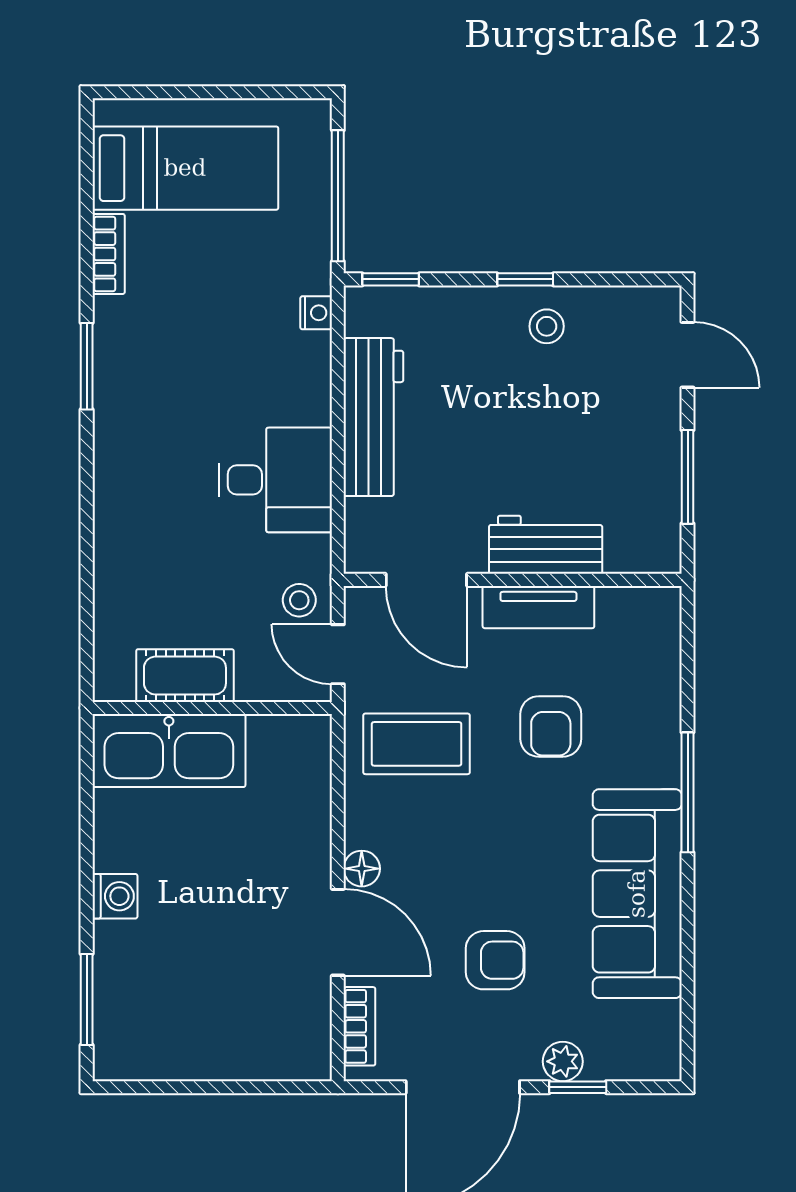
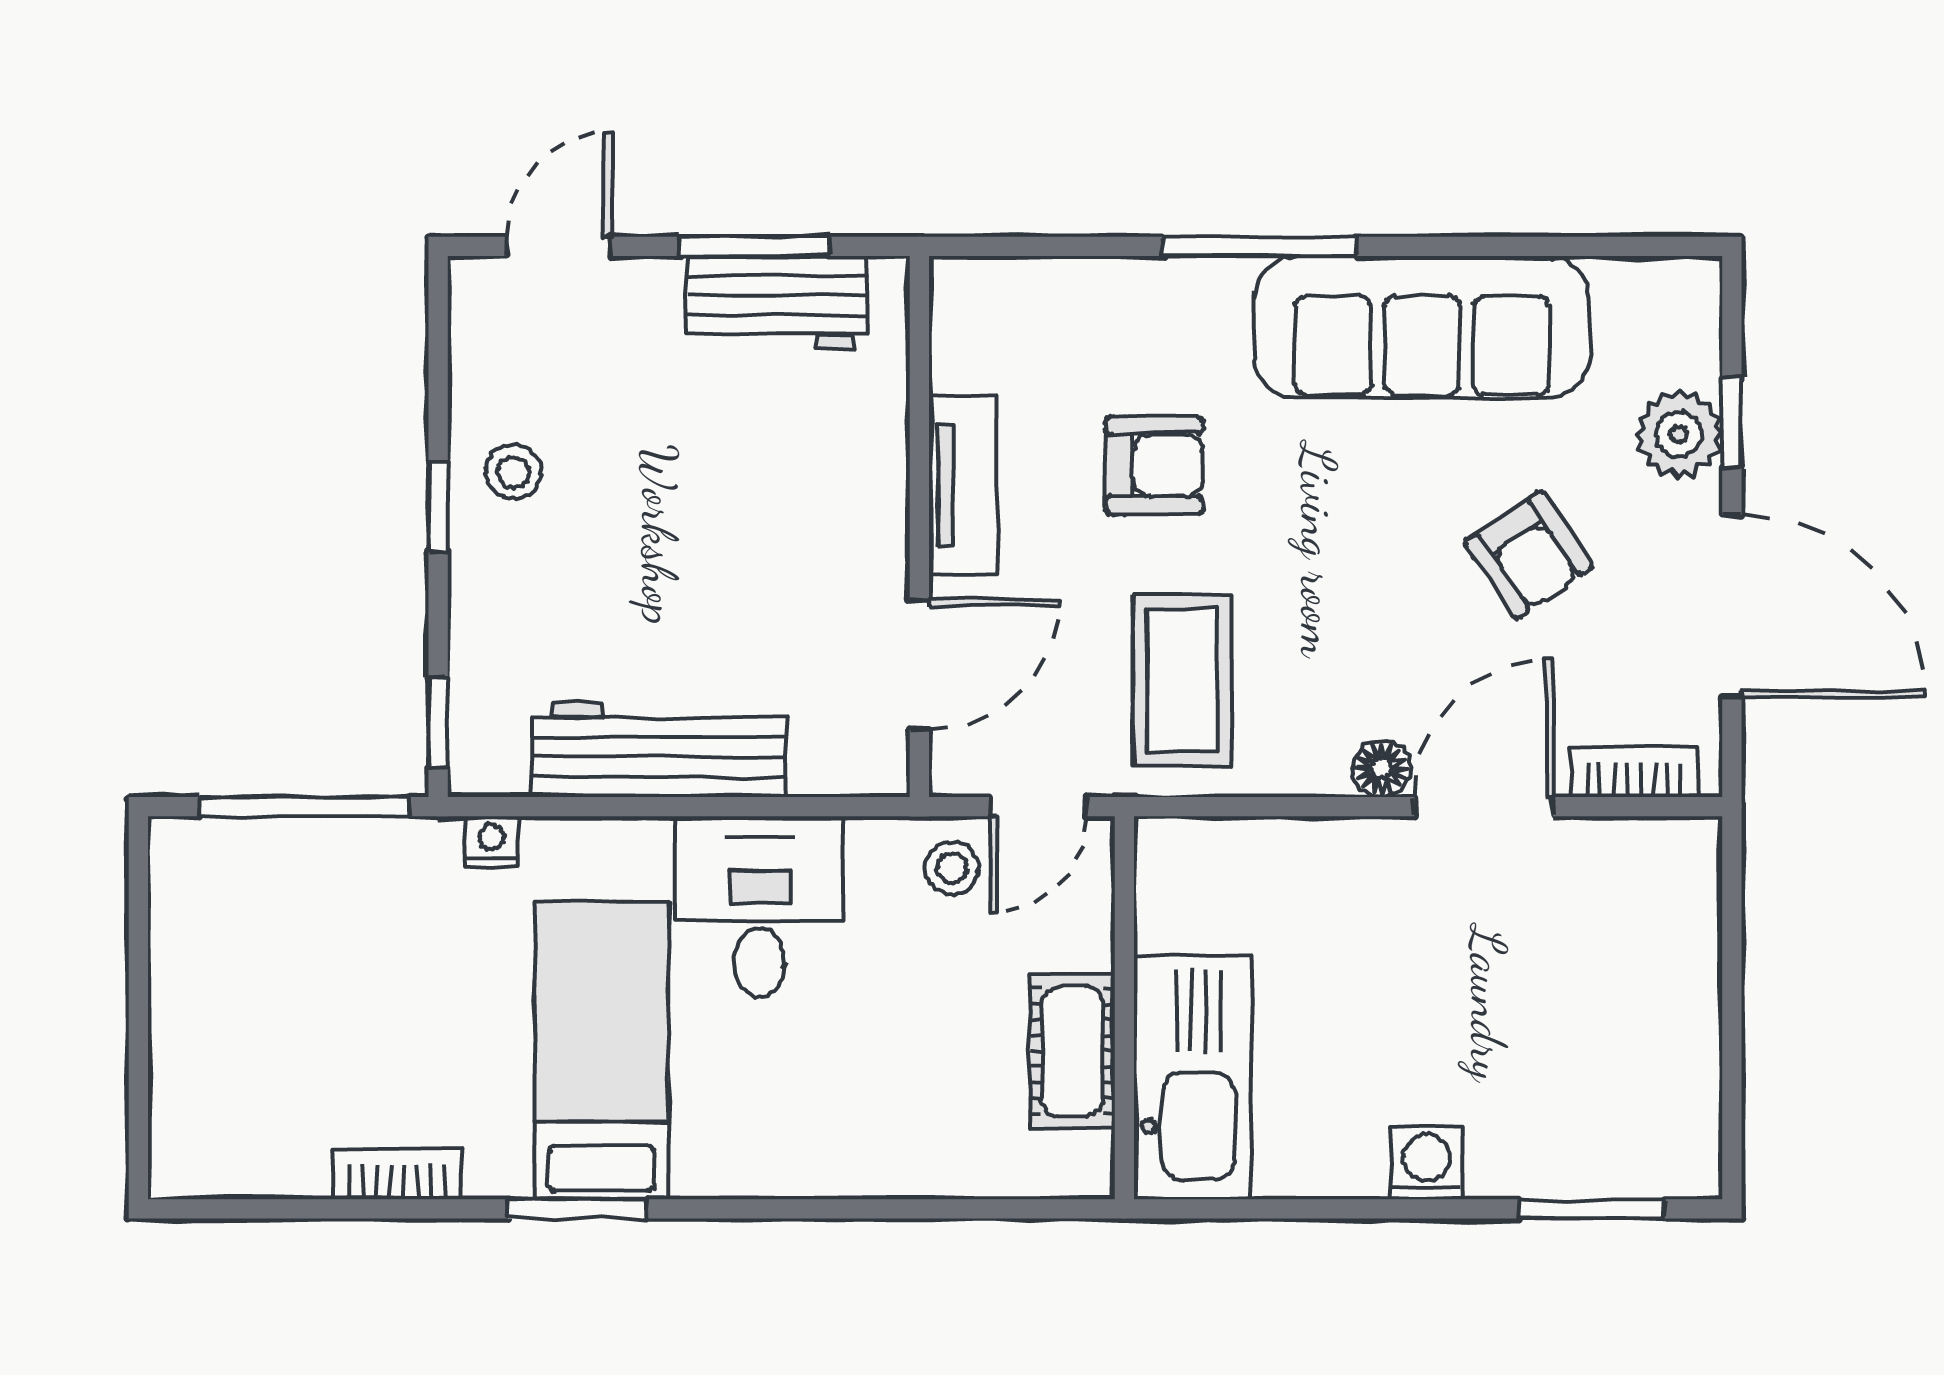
bed: (185, 168) -> (601, 1051), moved
workbench: (546, 545) -> (777, 303), moved, turned -90
armchair: (495, 960) -> (1529, 555), turned 146
plant: (563, 1061) -> (1679, 434), width x1.38, depth x1.38

